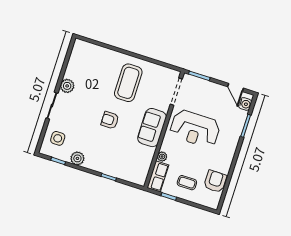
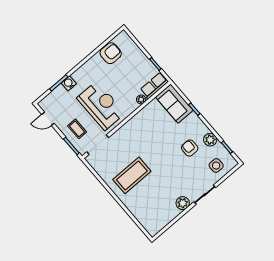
door: (235, 87) -> (48, 119), swing flipped
water cooler: (245, 104) -> (69, 83), moved
armchair: (110, 120) -> (190, 148), moved, turned 180
sofa: (152, 128) -> (174, 104), moved, turned 90
armchair: (215, 181) -> (111, 53), turned 180
coffee table: (187, 183) -> (77, 129), moved

